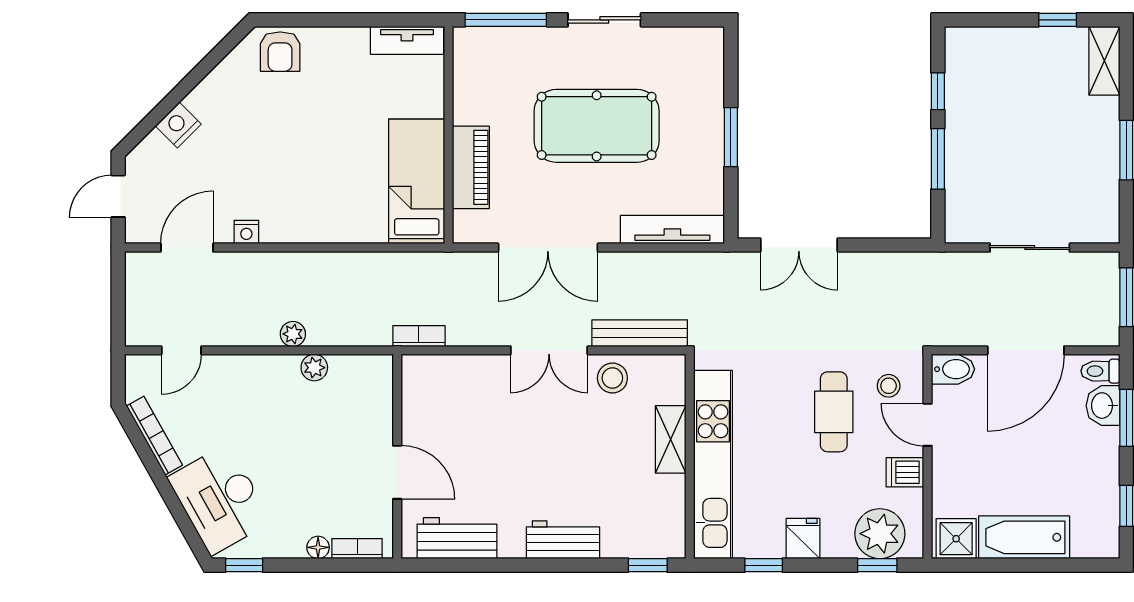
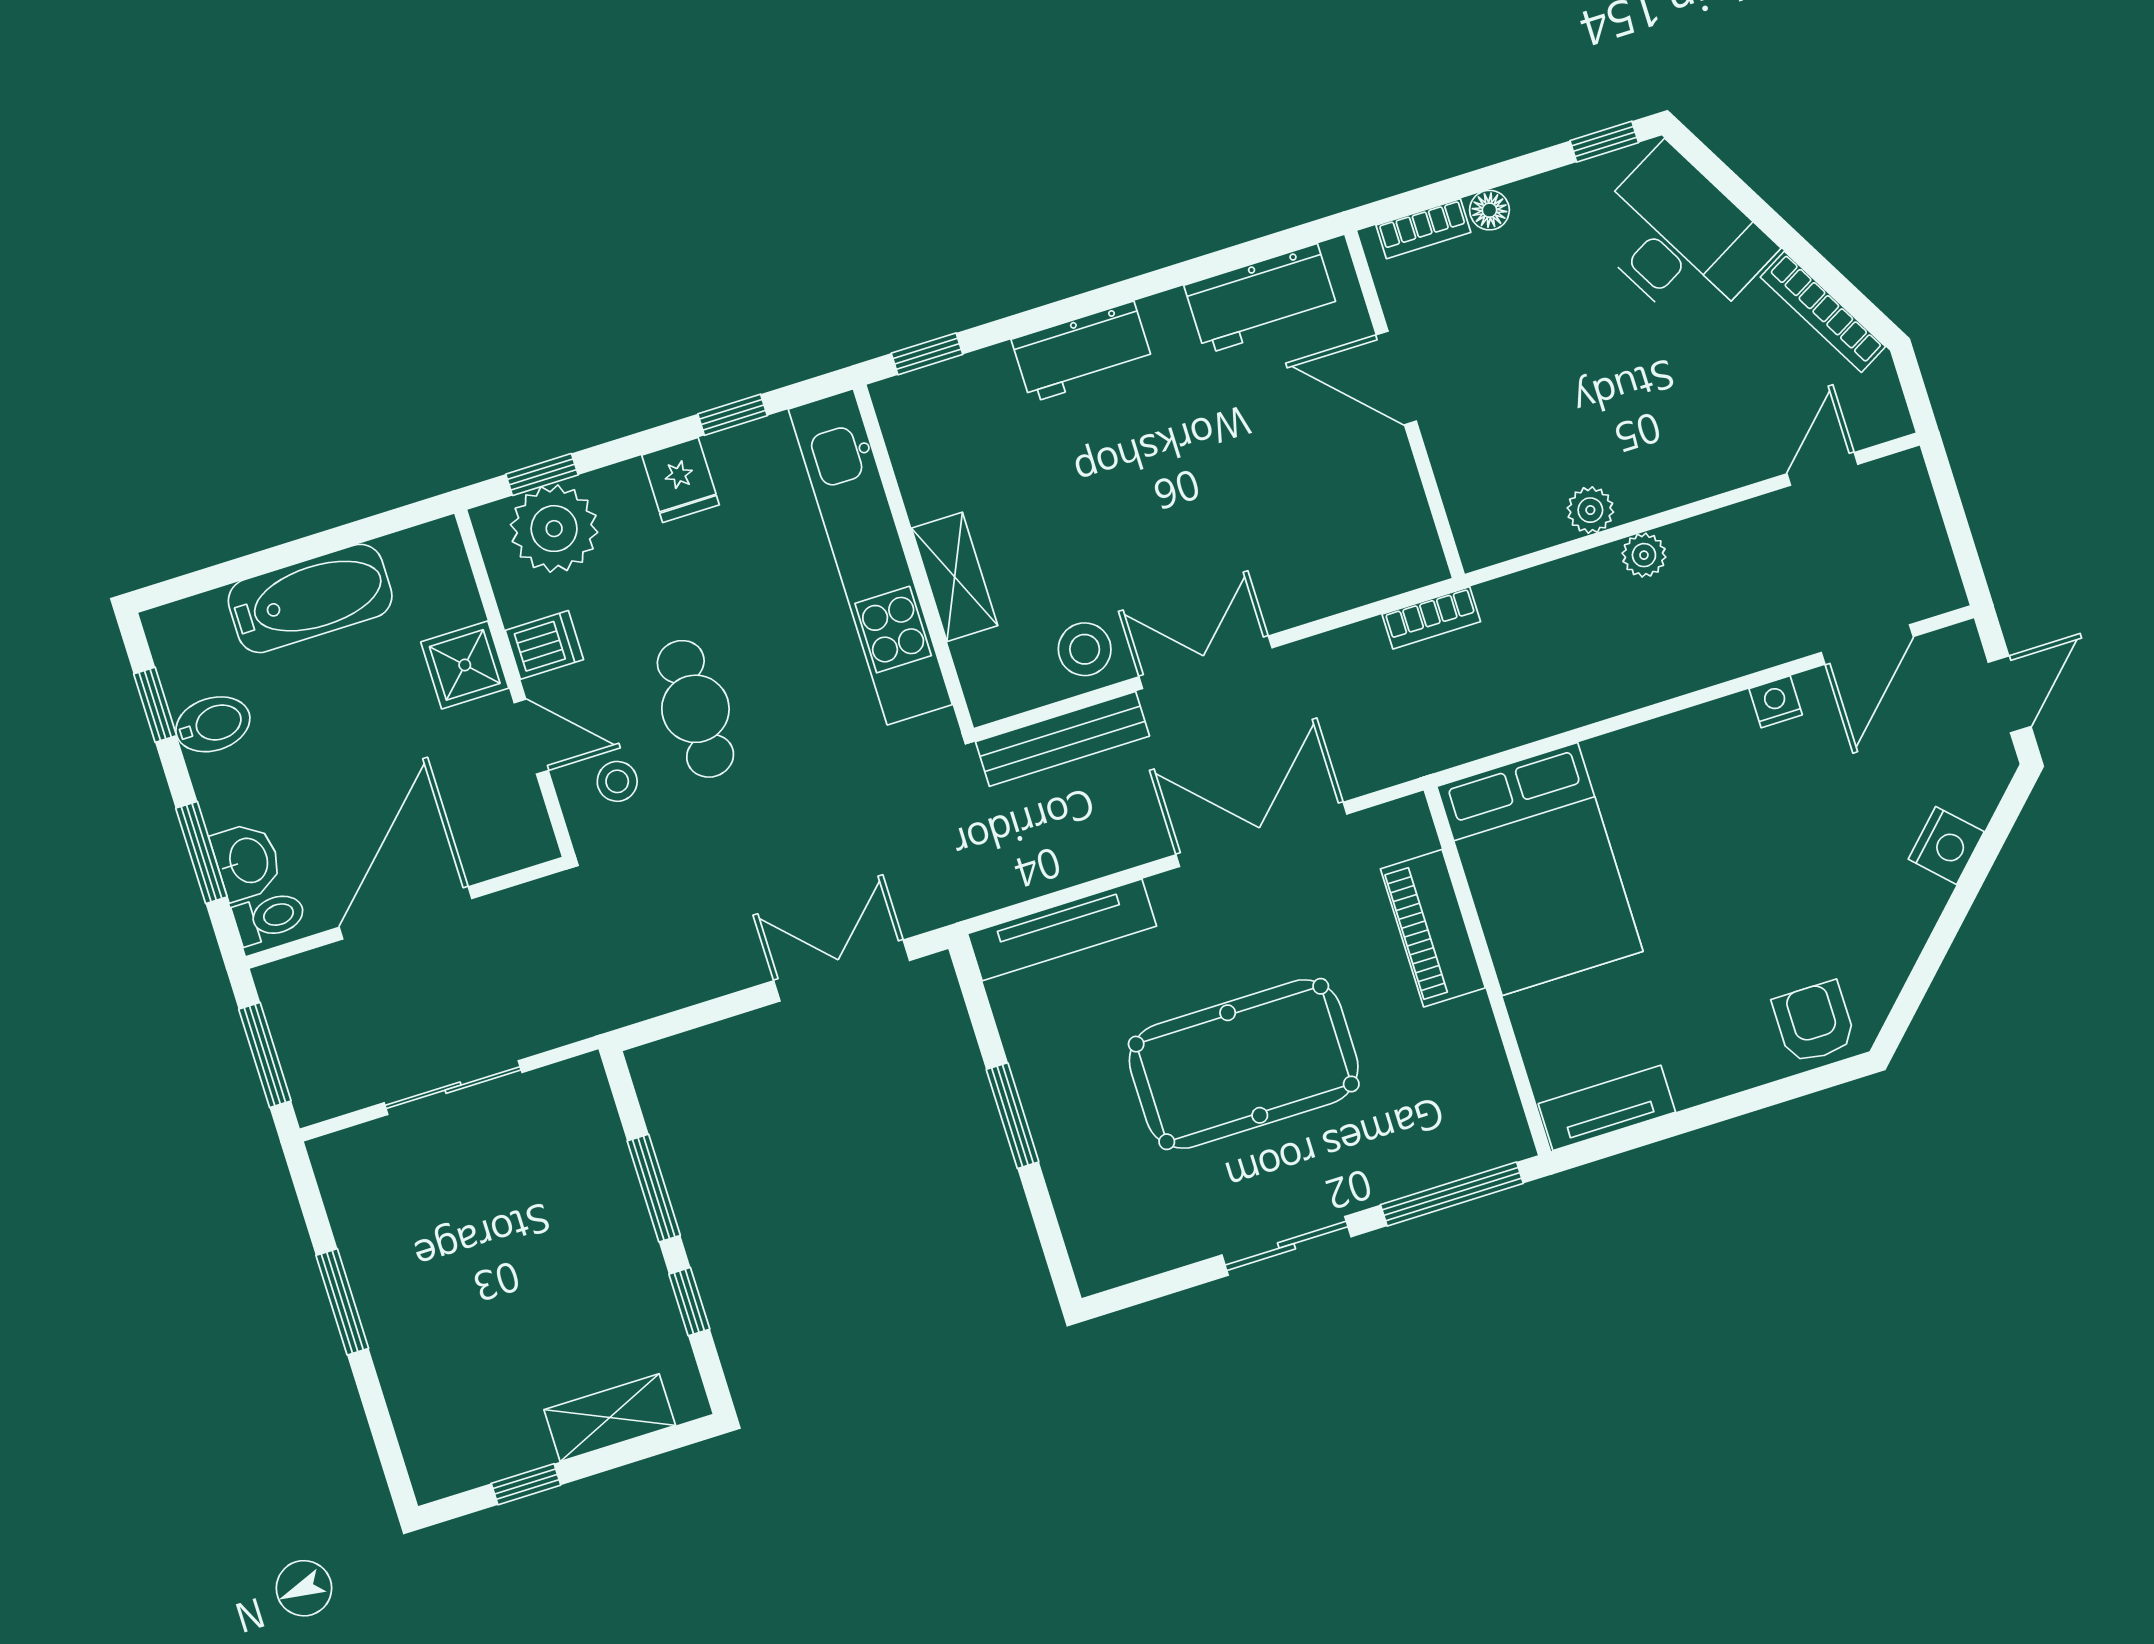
shelving: (1104, 61) -> (610, 1418), moved, turned 90
bed: (417, 181) -> (1540, 869), width x1.50
bidet: (953, 369) -> (213, 724), moved, turned 180
shower: (956, 539) -> (465, 665), moved

